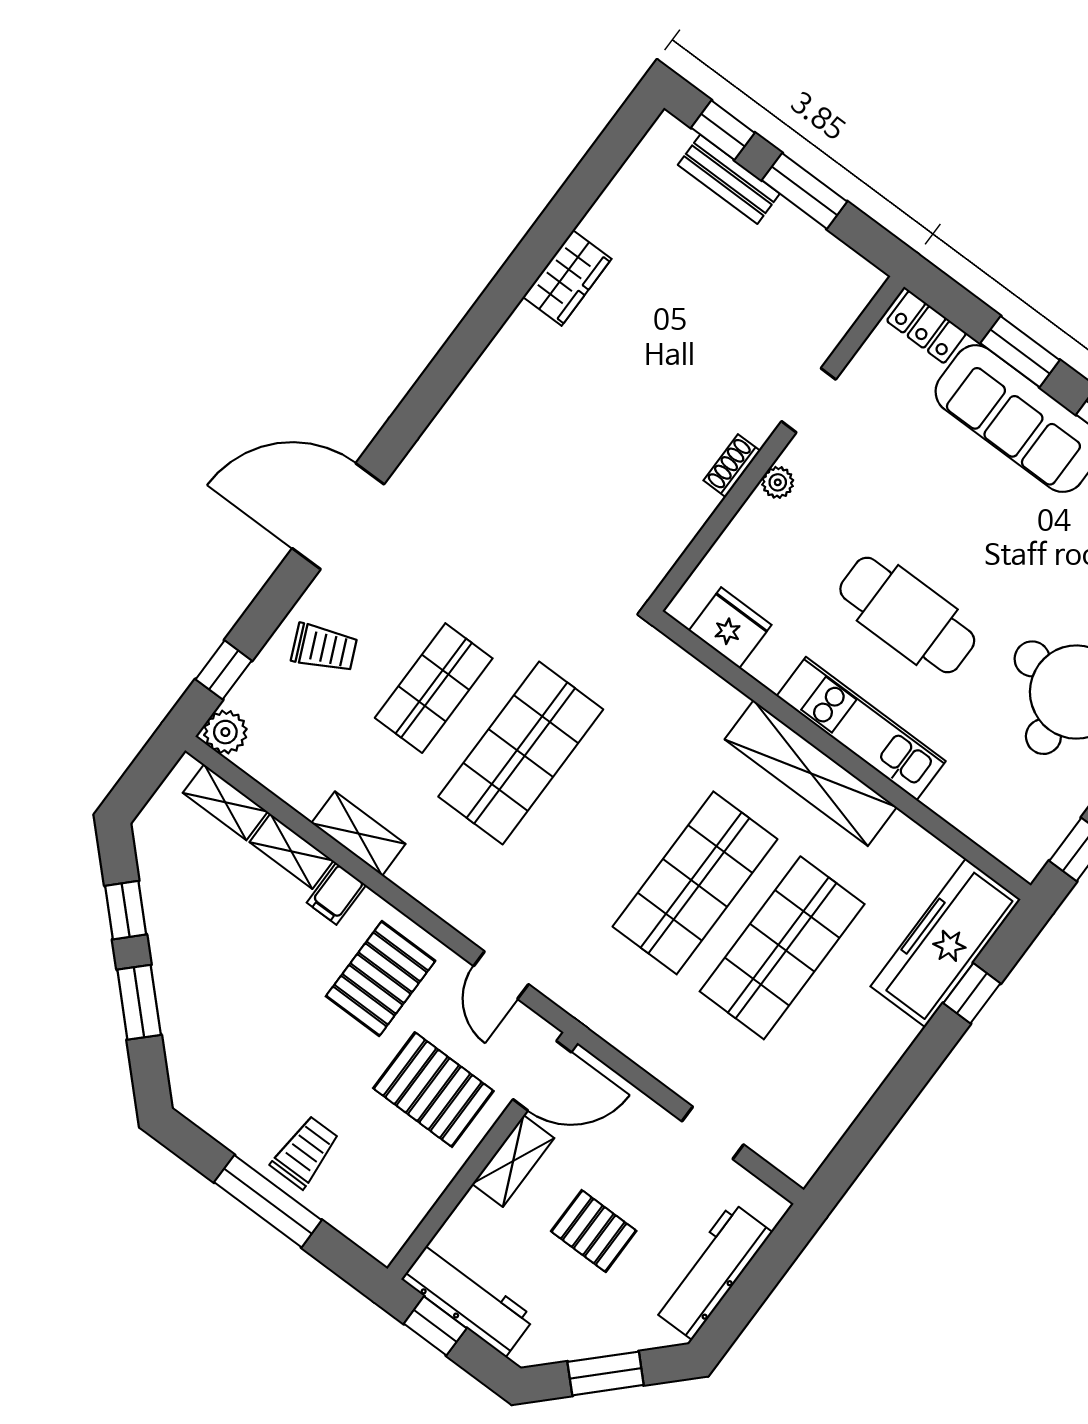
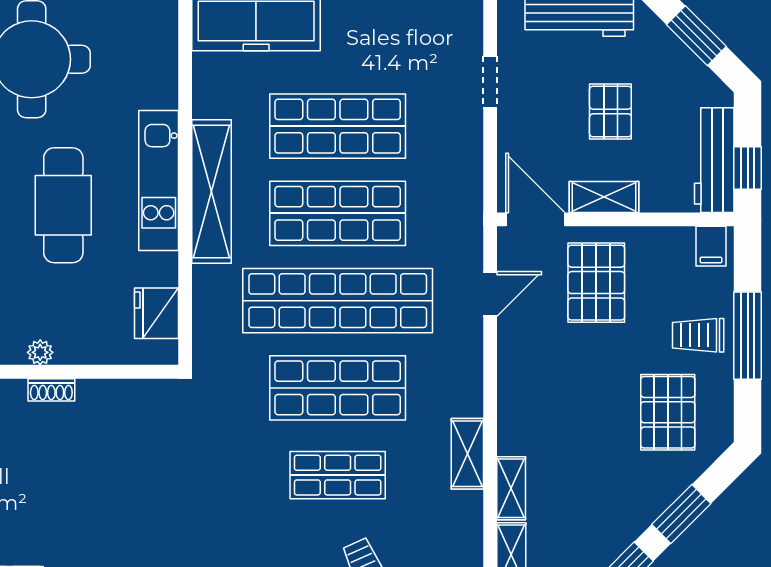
shop shelf: (608, 818) -> (338, 301), added
filing cabinet: (336, 894) -> (711, 246), moved, turned 90
pallet: (381, 979) -> (668, 412), moved, turned 90

